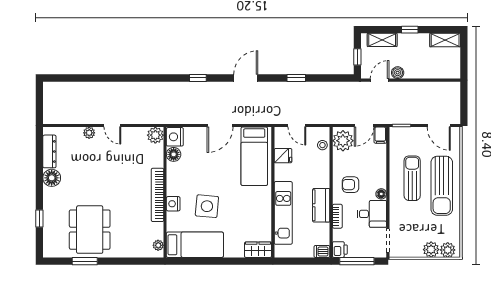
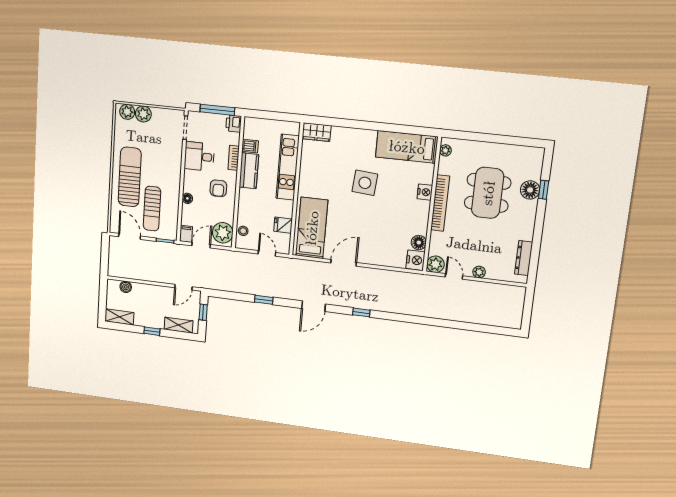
boiler: (398, 73) -> (126, 287), moved
plant: (155, 135) -> (435, 264), moved
nightstand: (175, 137) -> (416, 260), moved
floor lamp: (174, 154) -> (419, 243), moved
floor lamp: (52, 178) -> (530, 190), moved
sun lounger: (412, 178) -> (152, 209), moved
armchair: (350, 185) -> (218, 188), turned 90
wall: (165, 192) -> (432, 205), moved
floor lamp: (381, 194) -> (187, 198), moved
bookcase: (158, 195) -> (440, 203), moved
nightstand: (173, 204) -> (425, 192), moved
dining table: (90, 230) -> (488, 193), moved
plant: (158, 245) -> (445, 150), moved
bed: (195, 245) -> (407, 147), moved
dishwasher: (322, 251) -> (250, 146), moved
window: (85, 261) -> (500, 139), removed

